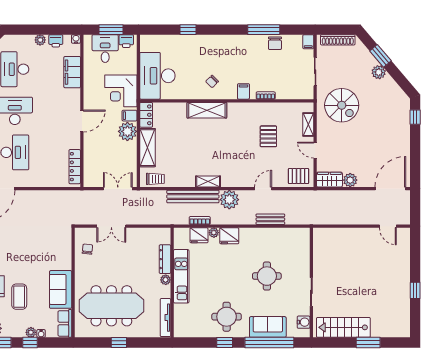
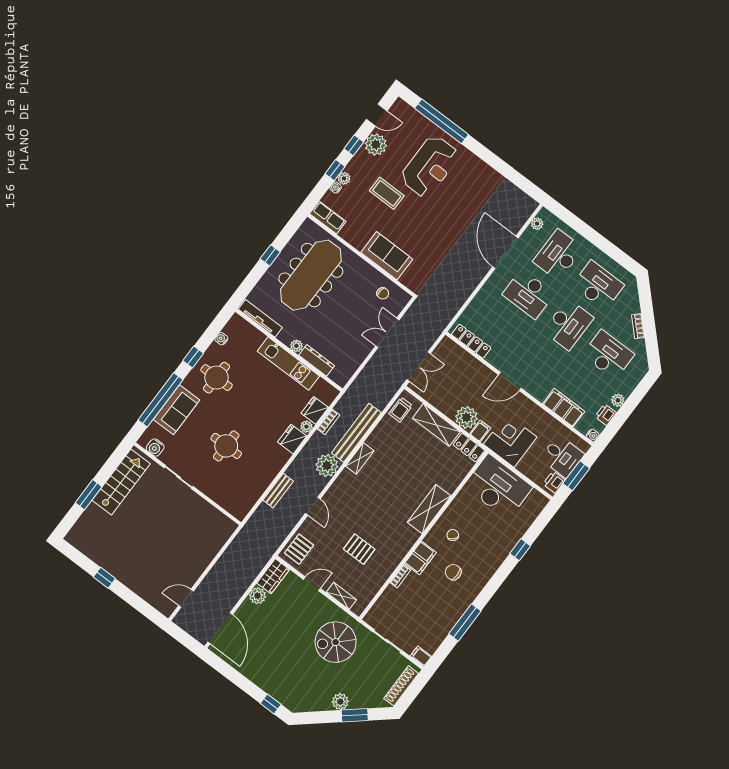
chair: (275, 43) -> (453, 572), moved
filing cabinet: (243, 91) -> (420, 558), width x2.00
door: (82, 121) -> (510, 381), hinge flipped
sofa: (61, 289) -> (387, 256), moved
water cooler: (198, 333) -> (221, 339), added

